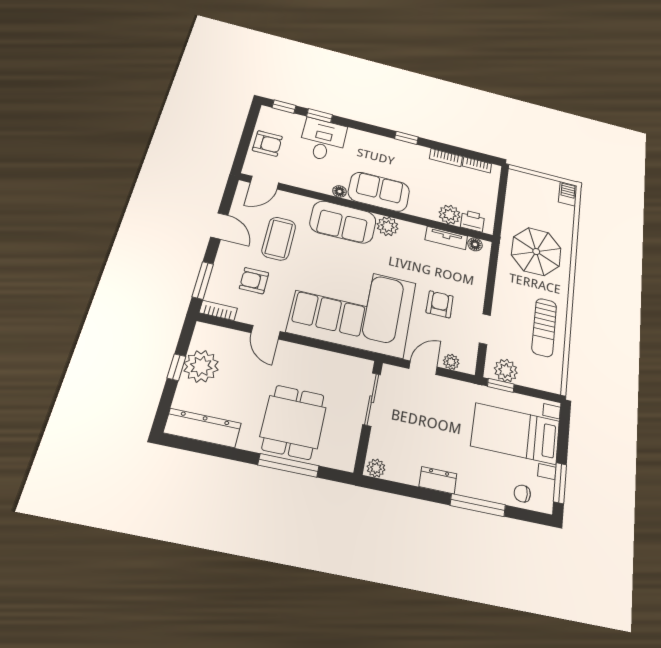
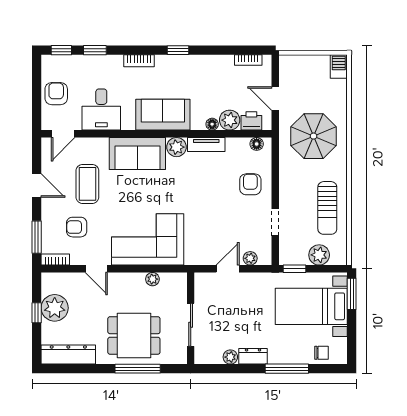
desk: (323, 140) -> (101, 109), moved, turned 180
armchair: (267, 144) -> (56, 94), turned -90
bookcase: (446, 158) -> (139, 61), moved
floor lamp: (340, 191) -> (212, 124), moved
door: (500, 206) -> (275, 99), added
tv unit: (446, 238) -> (206, 144), moved
armchair: (440, 304) -> (250, 184), moved
corner sofa: (353, 307) -> (148, 239), width x0.73, depth x0.74
plant: (331, 359) -> (152, 279), added
plant: (506, 370) -> (319, 255), moved
sliding door: (372, 399) -> (191, 325), moved
dining table: (293, 422) -> (134, 335), turned 90
plant: (376, 468) -> (230, 357), moved
window: (560, 483) -> (352, 294), moved
chair: (522, 493) -> (321, 353), turned 180

